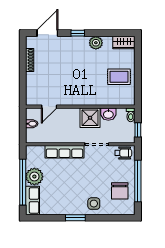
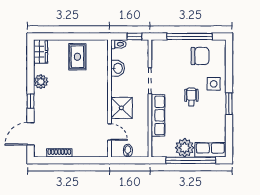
door: (47, 33) -> (31, 134), hinge flipped
shower: (90, 118) -> (121, 108), moved
wheelchair: (123, 153) -> (191, 97), moved

